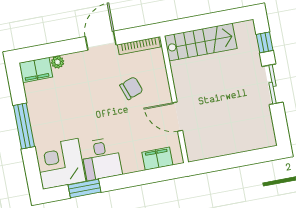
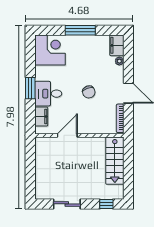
sliding door: (273, 84) -> (67, 204), moved
chair: (131, 88) -> (89, 92), moved
desk: (101, 159) -> (48, 94), moved
window: (84, 189) -> (30, 88), moved

